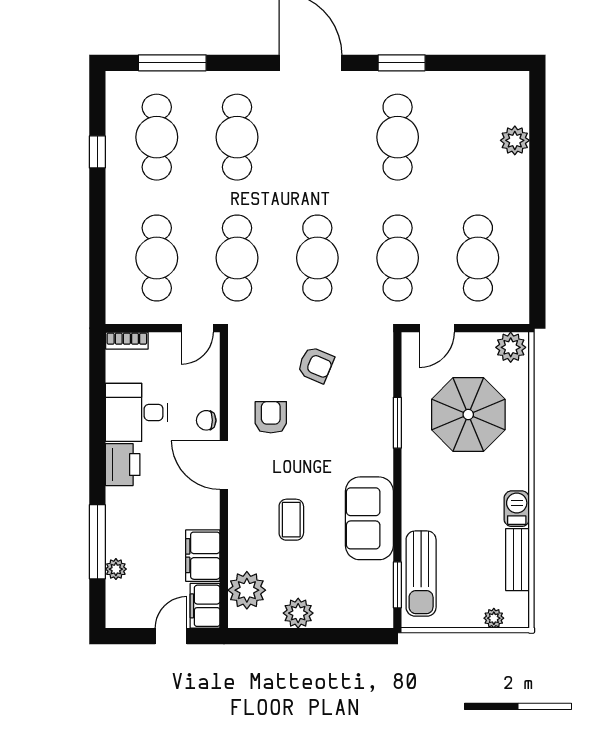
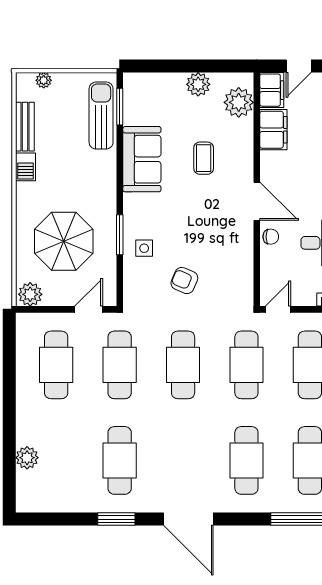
side table: (367, 406) -> (144, 248), added
armchair: (271, 417) -> (220, 239), removed

